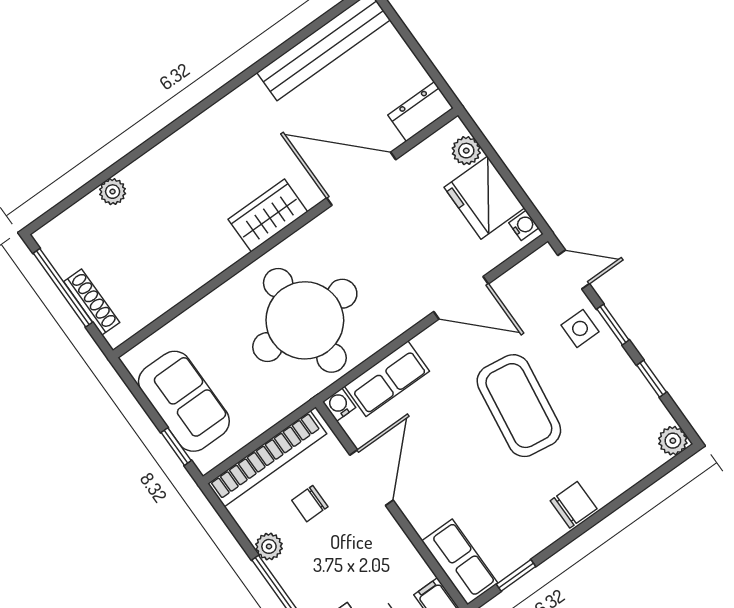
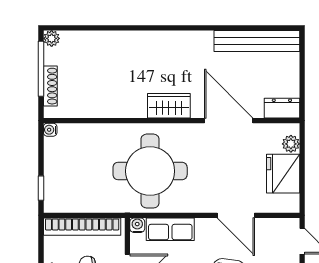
plant: (113, 192) -> (52, 38), moved
water cooler: (524, 225) -> (50, 130), moved, turned 180
sofa: (184, 401) -> (61, 168), removed

